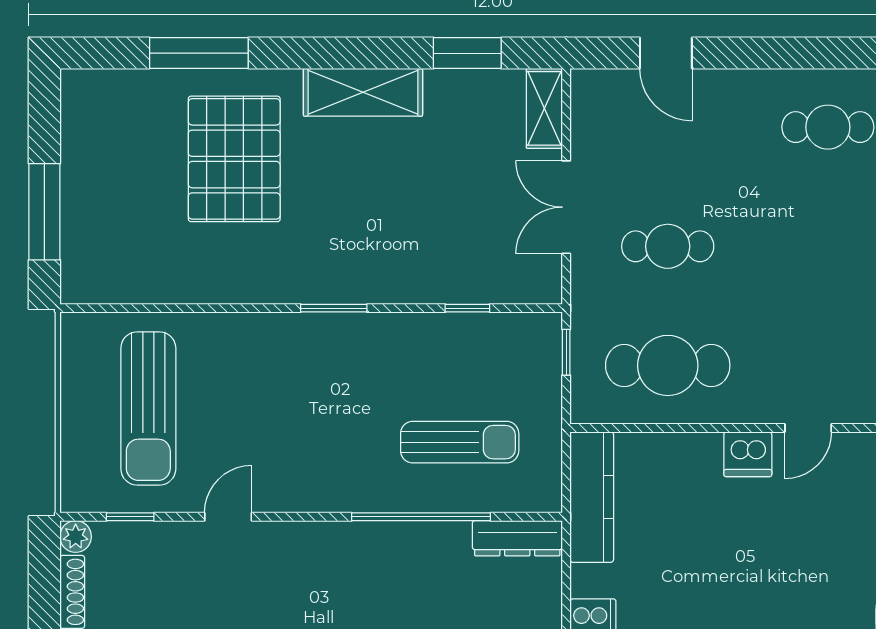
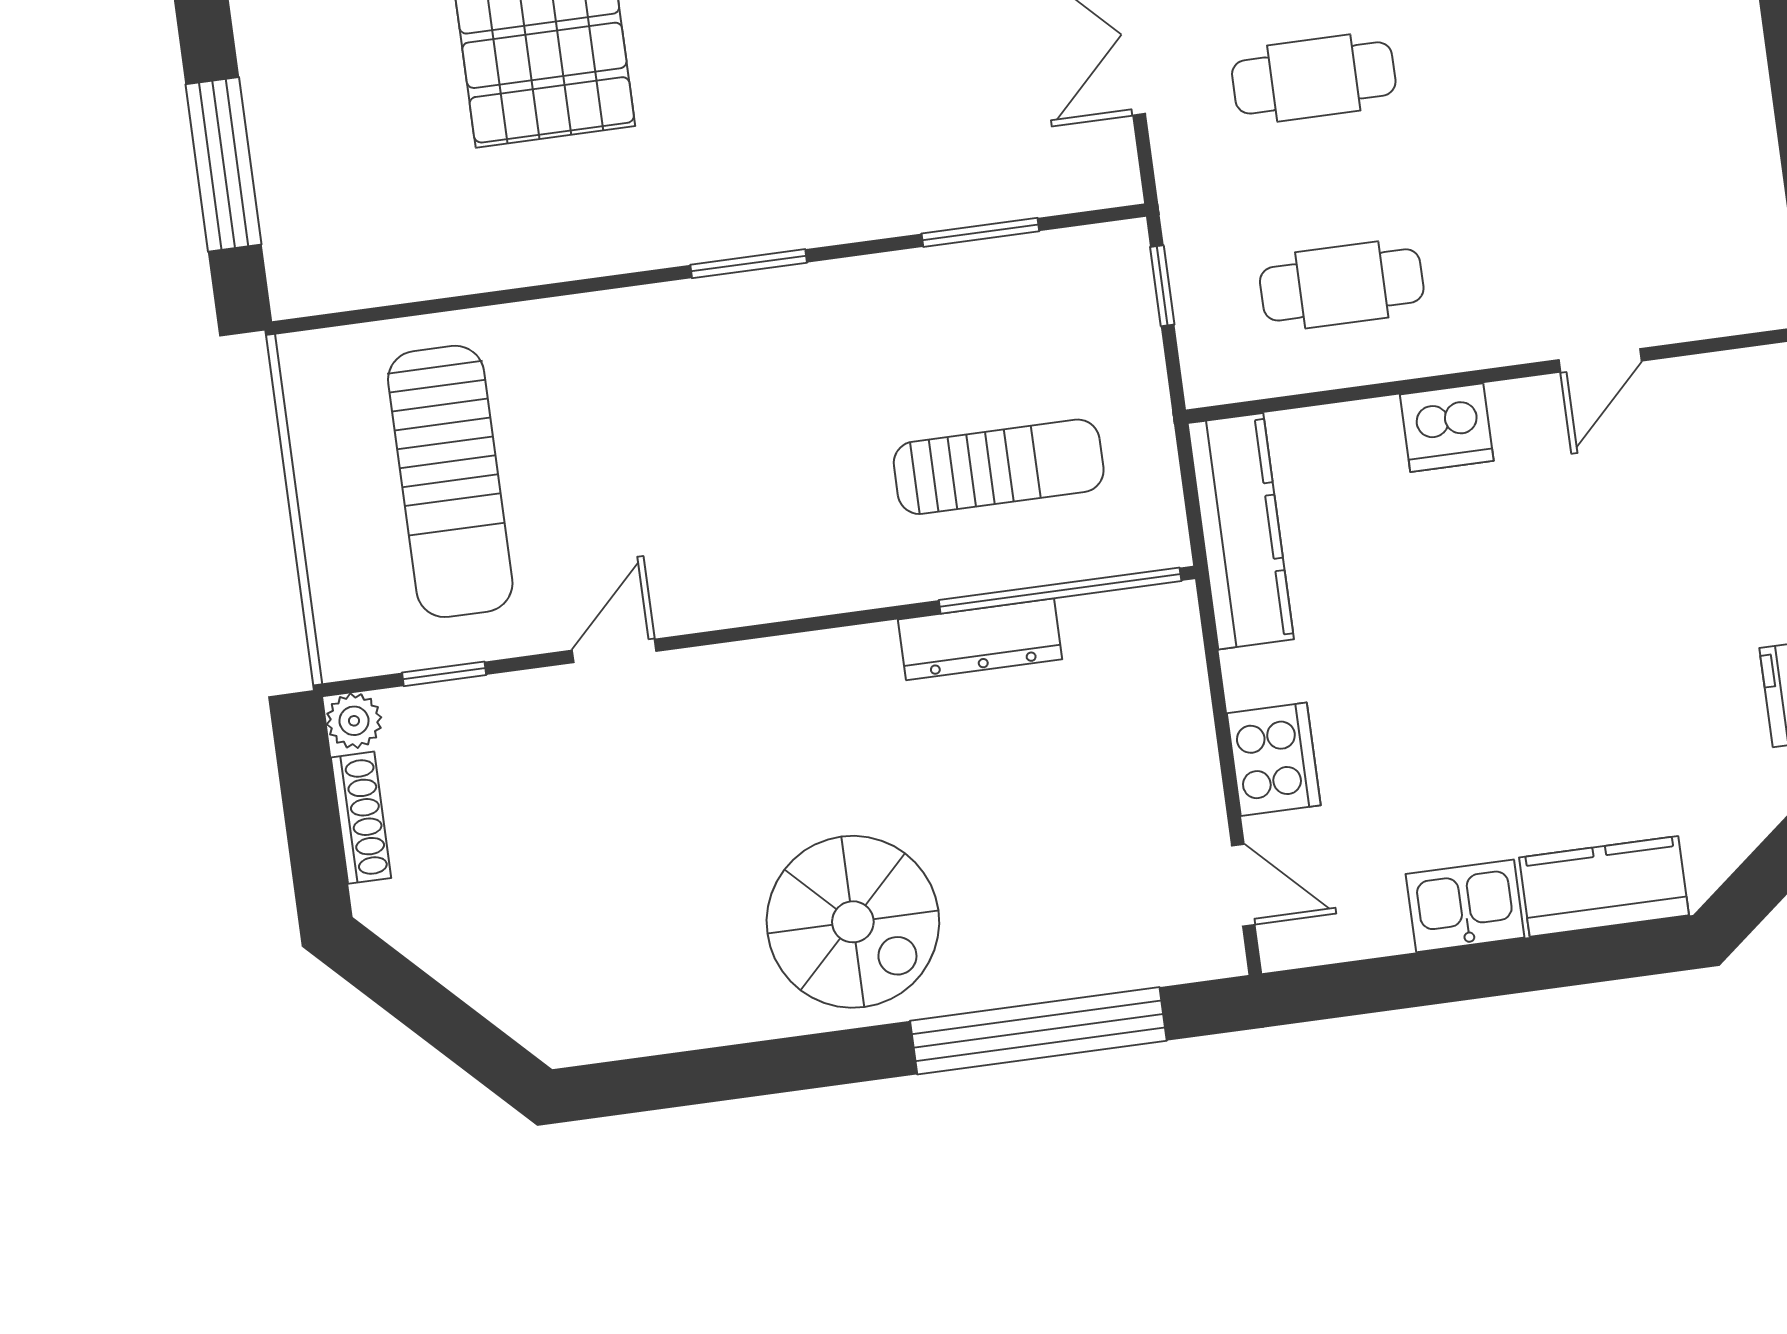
window: (467, 308) -> (980, 232), width x1.50
cafe table: (668, 365) -> (1342, 285), width x0.73, depth x0.74
dishwasher: (748, 454) -> (1447, 428), moved
window: (421, 517) -> (1060, 591), moved
dresser: (517, 538) -> (980, 639), moved

